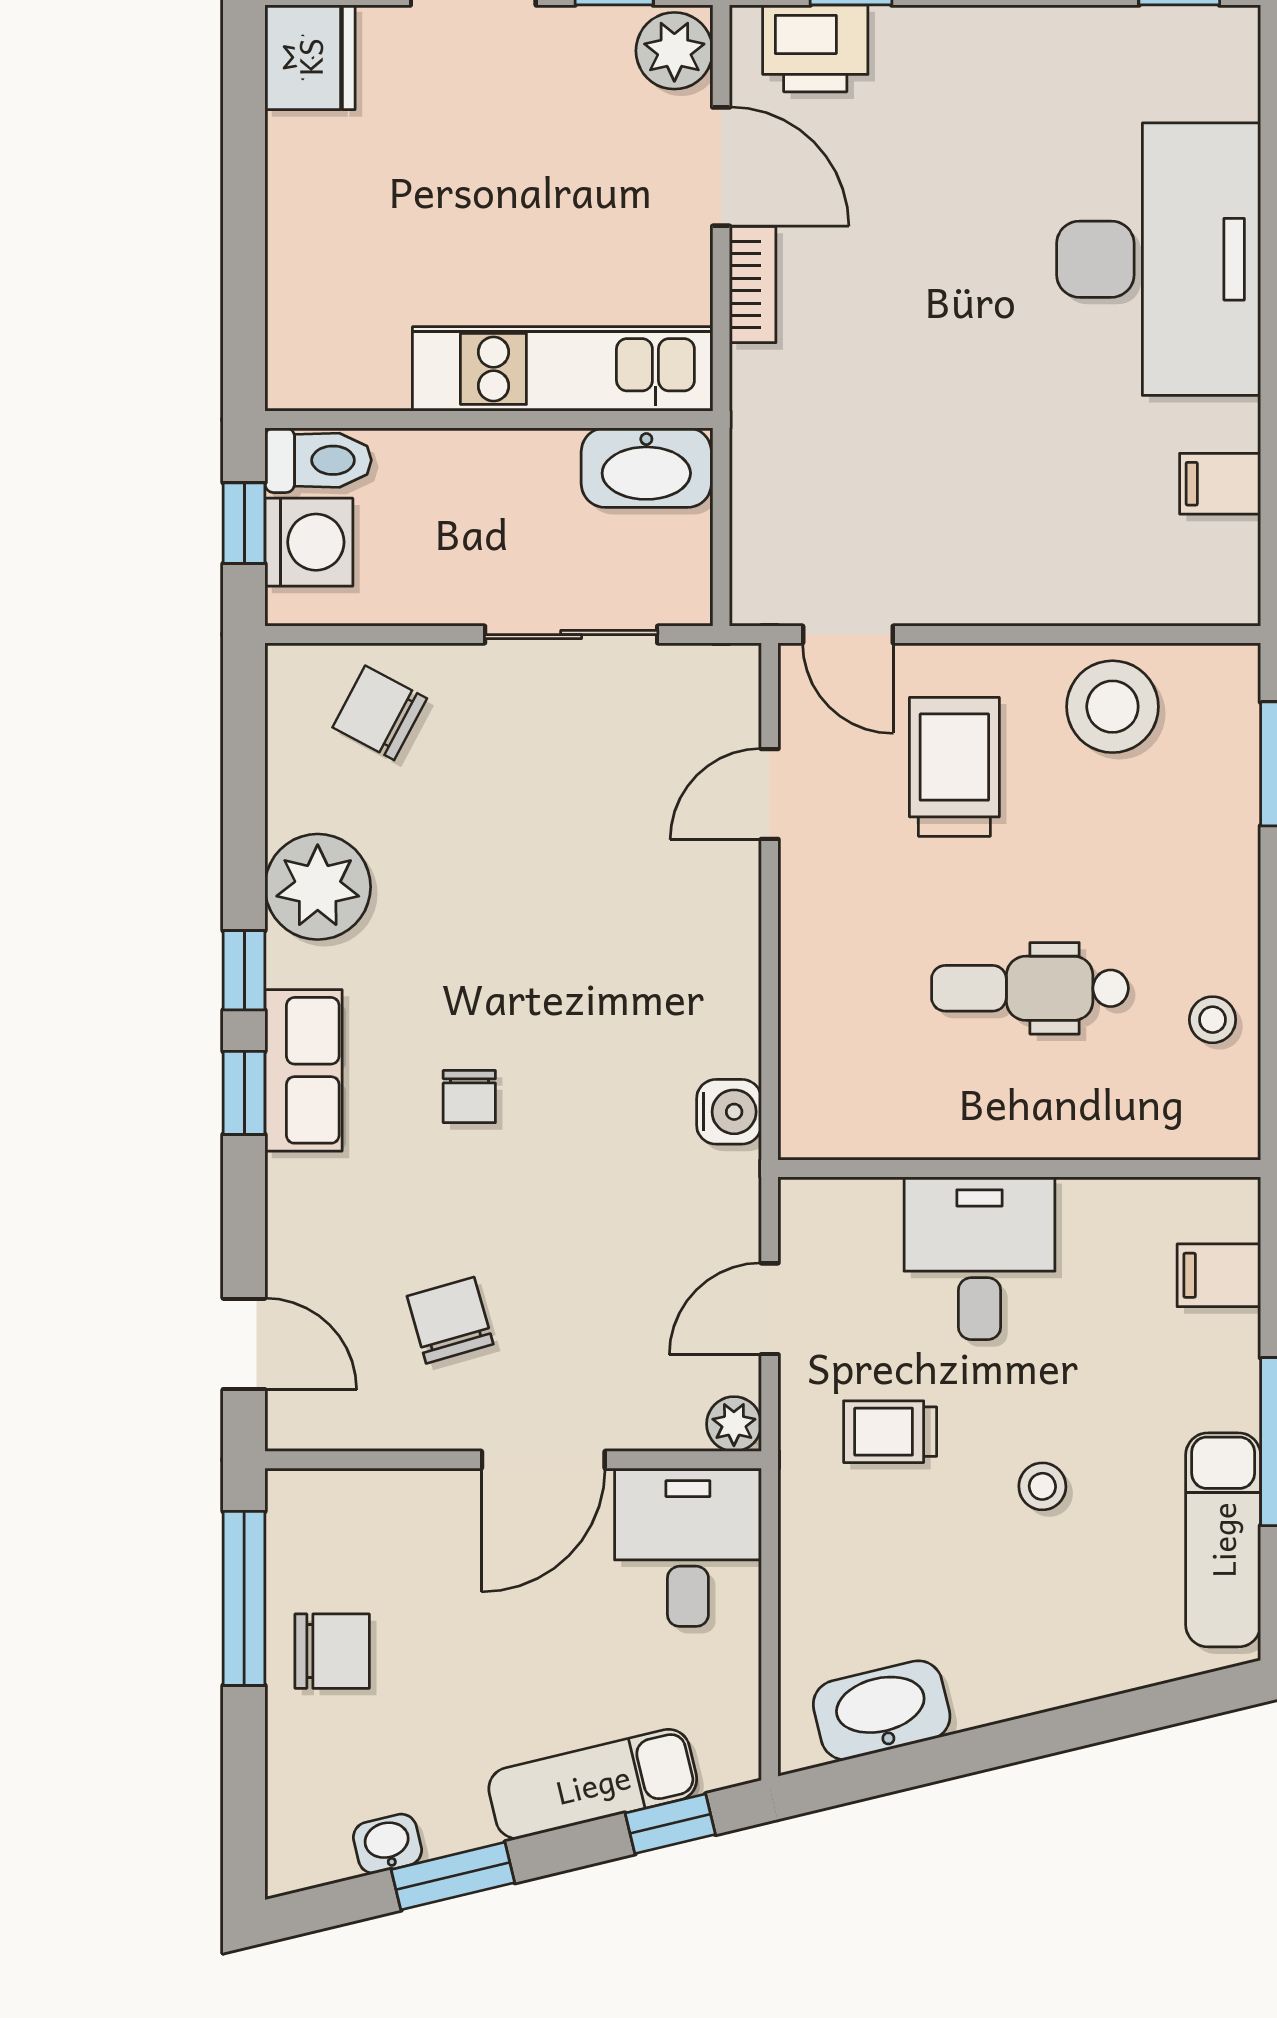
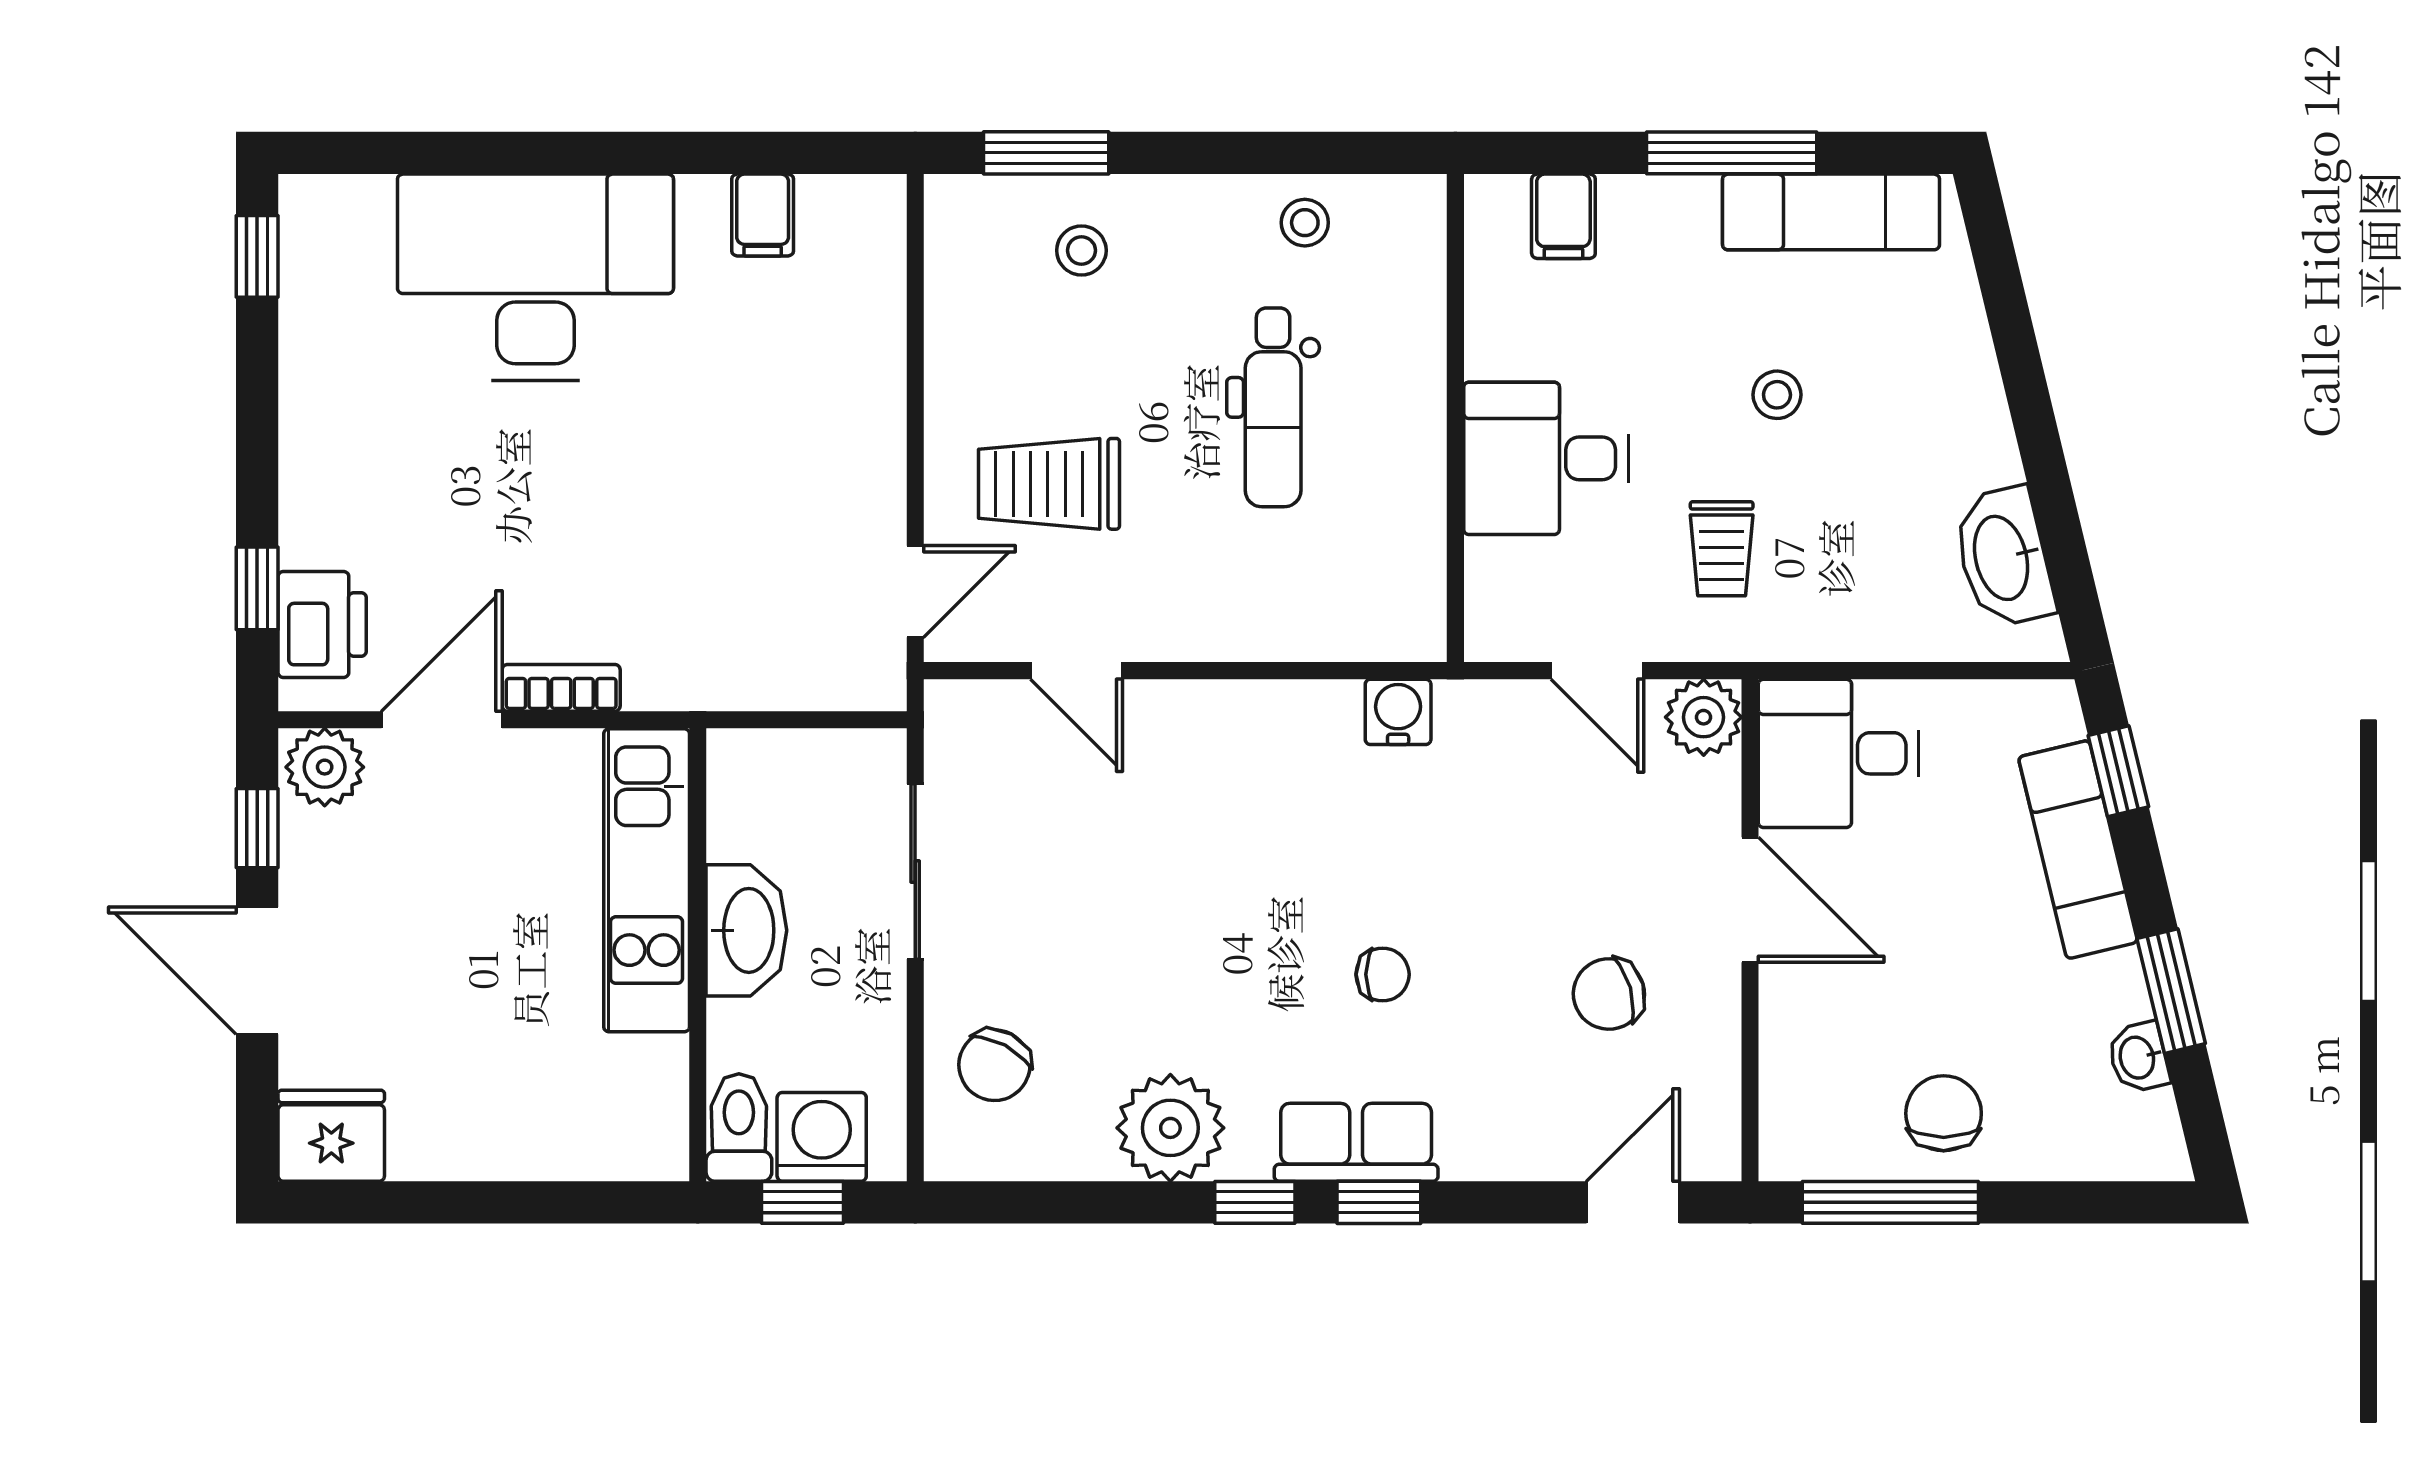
washbasin: (646, 468) -> (746, 930), moved
stool: (1112, 707) -> (1081, 250), moved, width x0.53, depth x0.53
plant: (734, 1424) -> (1704, 717), width x1.38, depth x1.38

